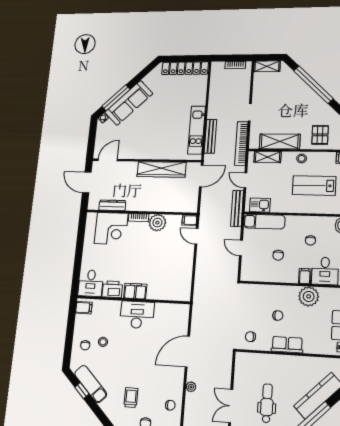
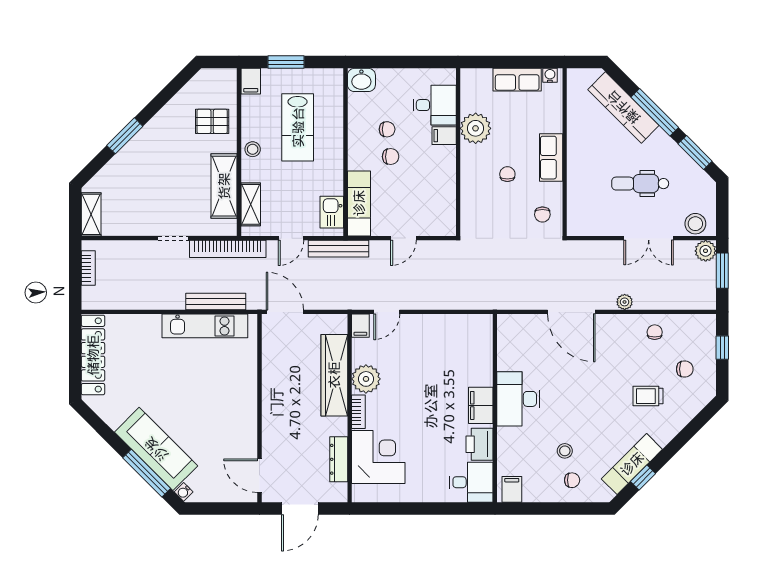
window: (313, 85) -> (125, 136), width x0.47
wardrobe: (162, 169) -> (334, 375), moved, turned 180
chair: (278, 255) -> (391, 157), moved

